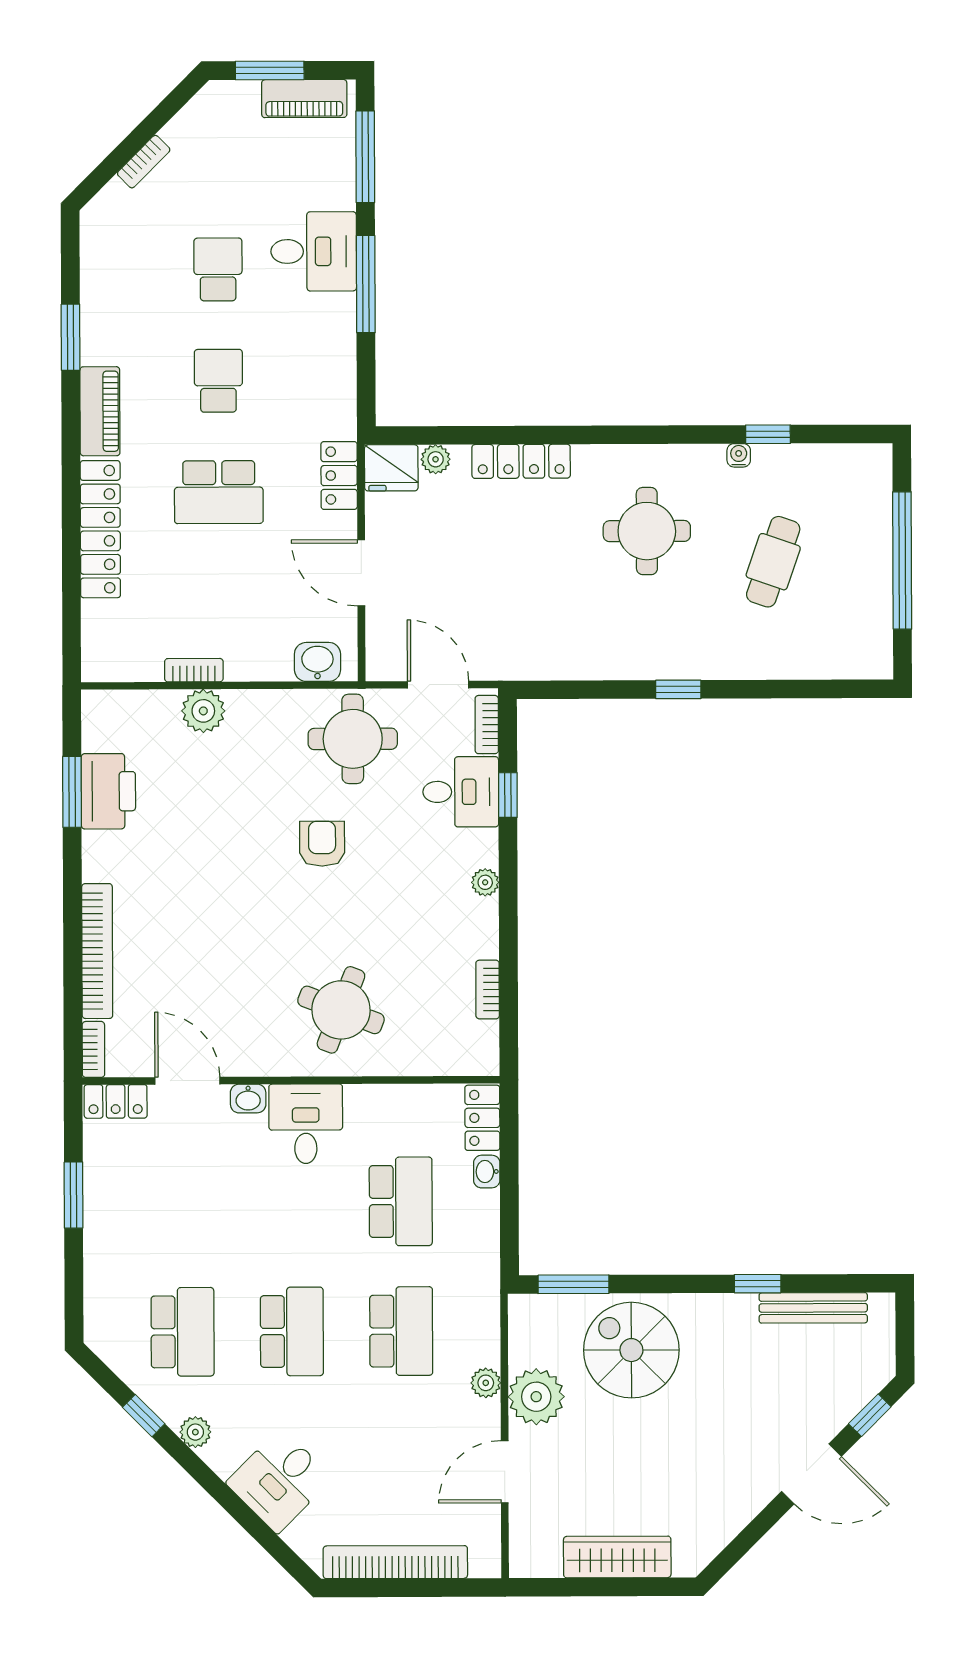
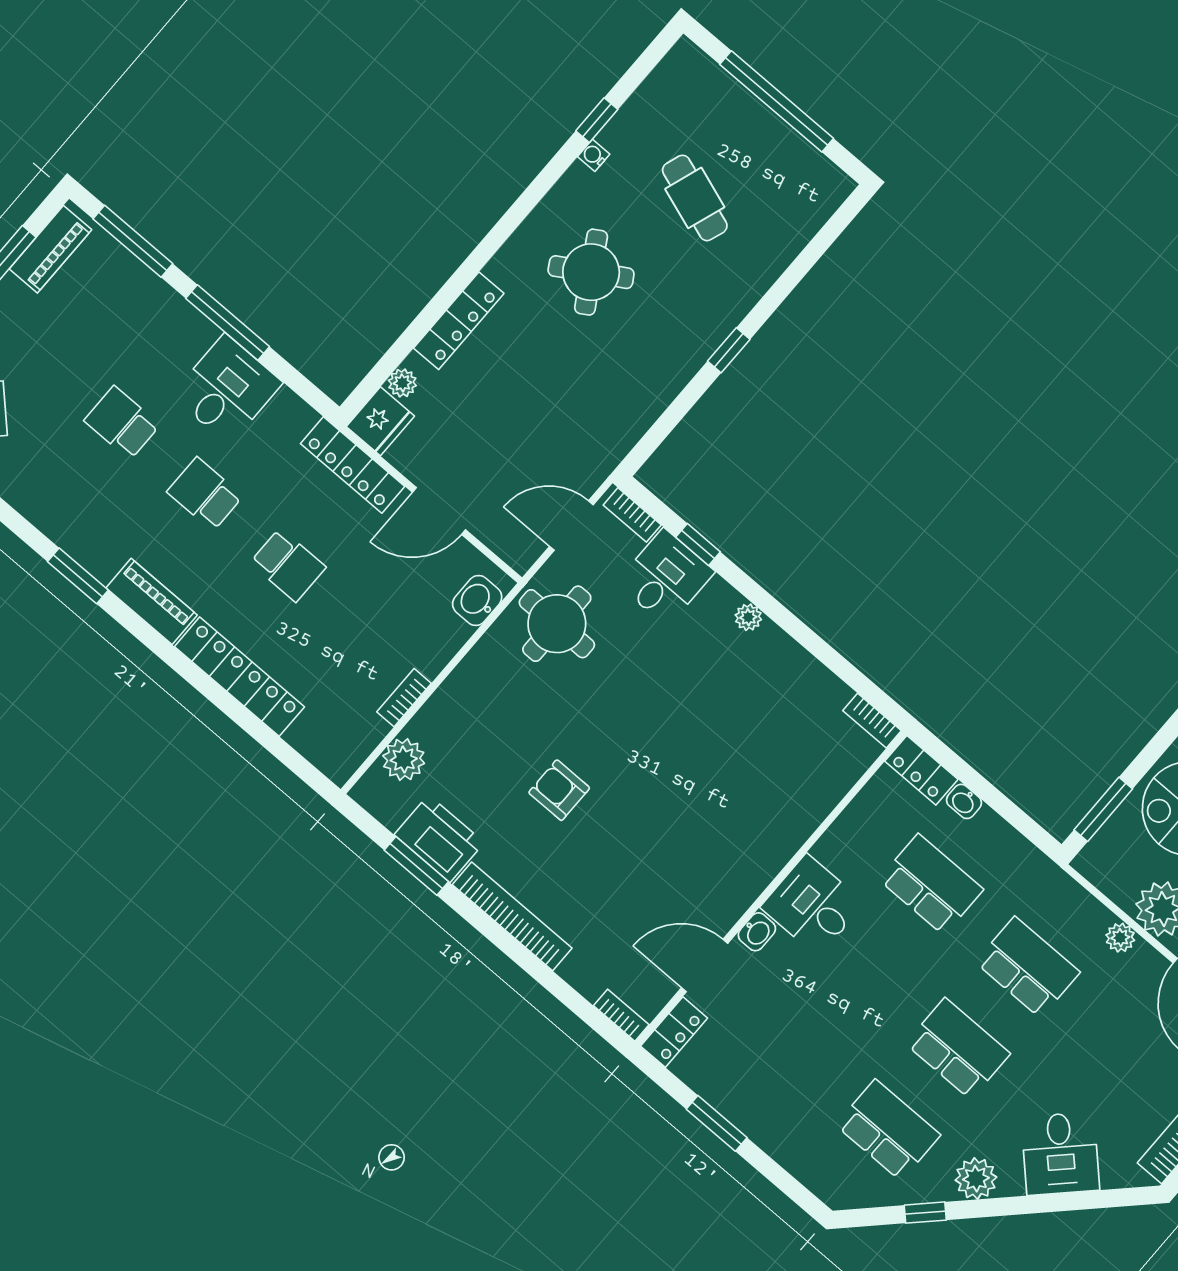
desk: (314, 251) -> (227, 389), moved
locker: (339, 476) -> (353, 465), width x1.53
school desk: (219, 492) -> (288, 565), width x0.54
round table: (647, 531) -> (591, 272), turned -31
plant: (203, 711) -> (404, 759), moved
armchair: (322, 844) -> (559, 790), moved
bookcase: (97, 951) -> (512, 916), moved
bookcase: (488, 990) -> (872, 721), moved
round table: (341, 1010) -> (751, 806), removed
plant: (195, 1432) -> (976, 1179), width x1.38, depth x1.38

